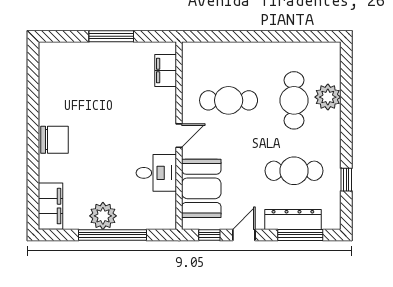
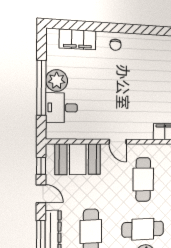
chair: (55, 140) -> (115, 45), width x0.54, depth x0.54
desk: (156, 173) -> (62, 108), moved, turned 90
filing cabinet: (51, 206) -> (78, 39), moved

